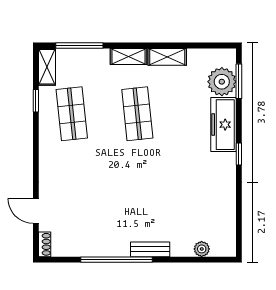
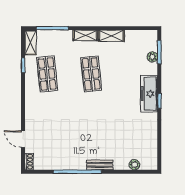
plant: (222, 82) -> (152, 57), width x0.53, depth x0.53
freezer: (223, 125) -> (149, 94), moved

